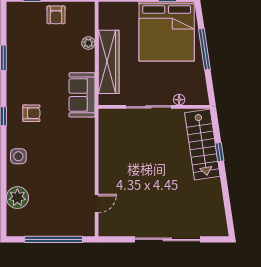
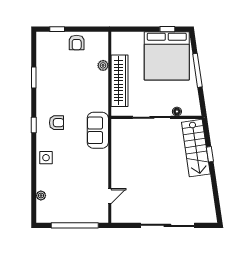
sofa: (82, 95) -> (98, 130), moved
plant: (17, 198) -> (41, 196), width x0.53, depth x0.53

